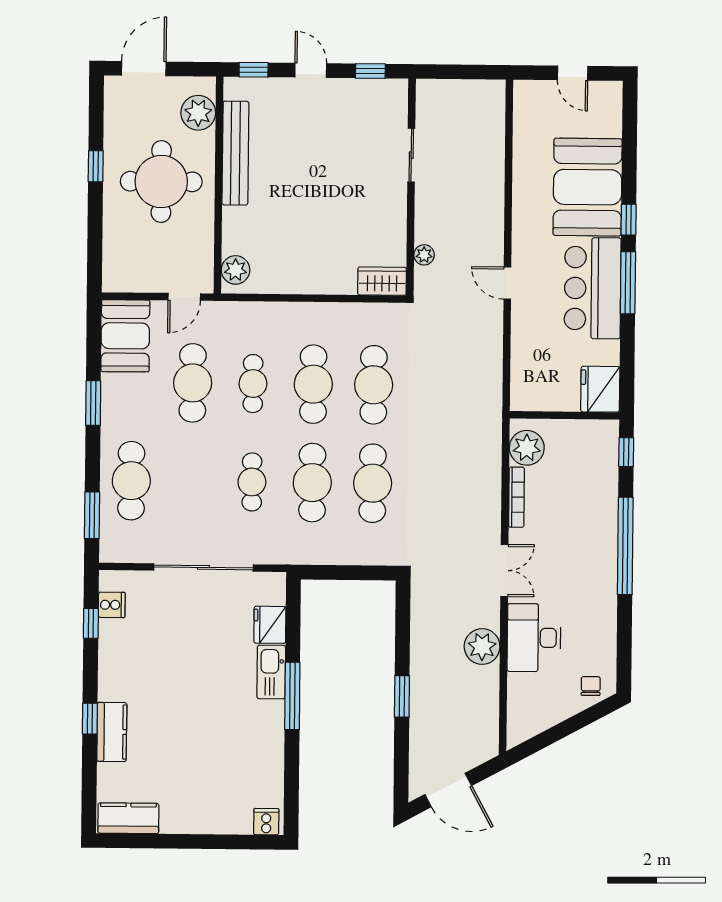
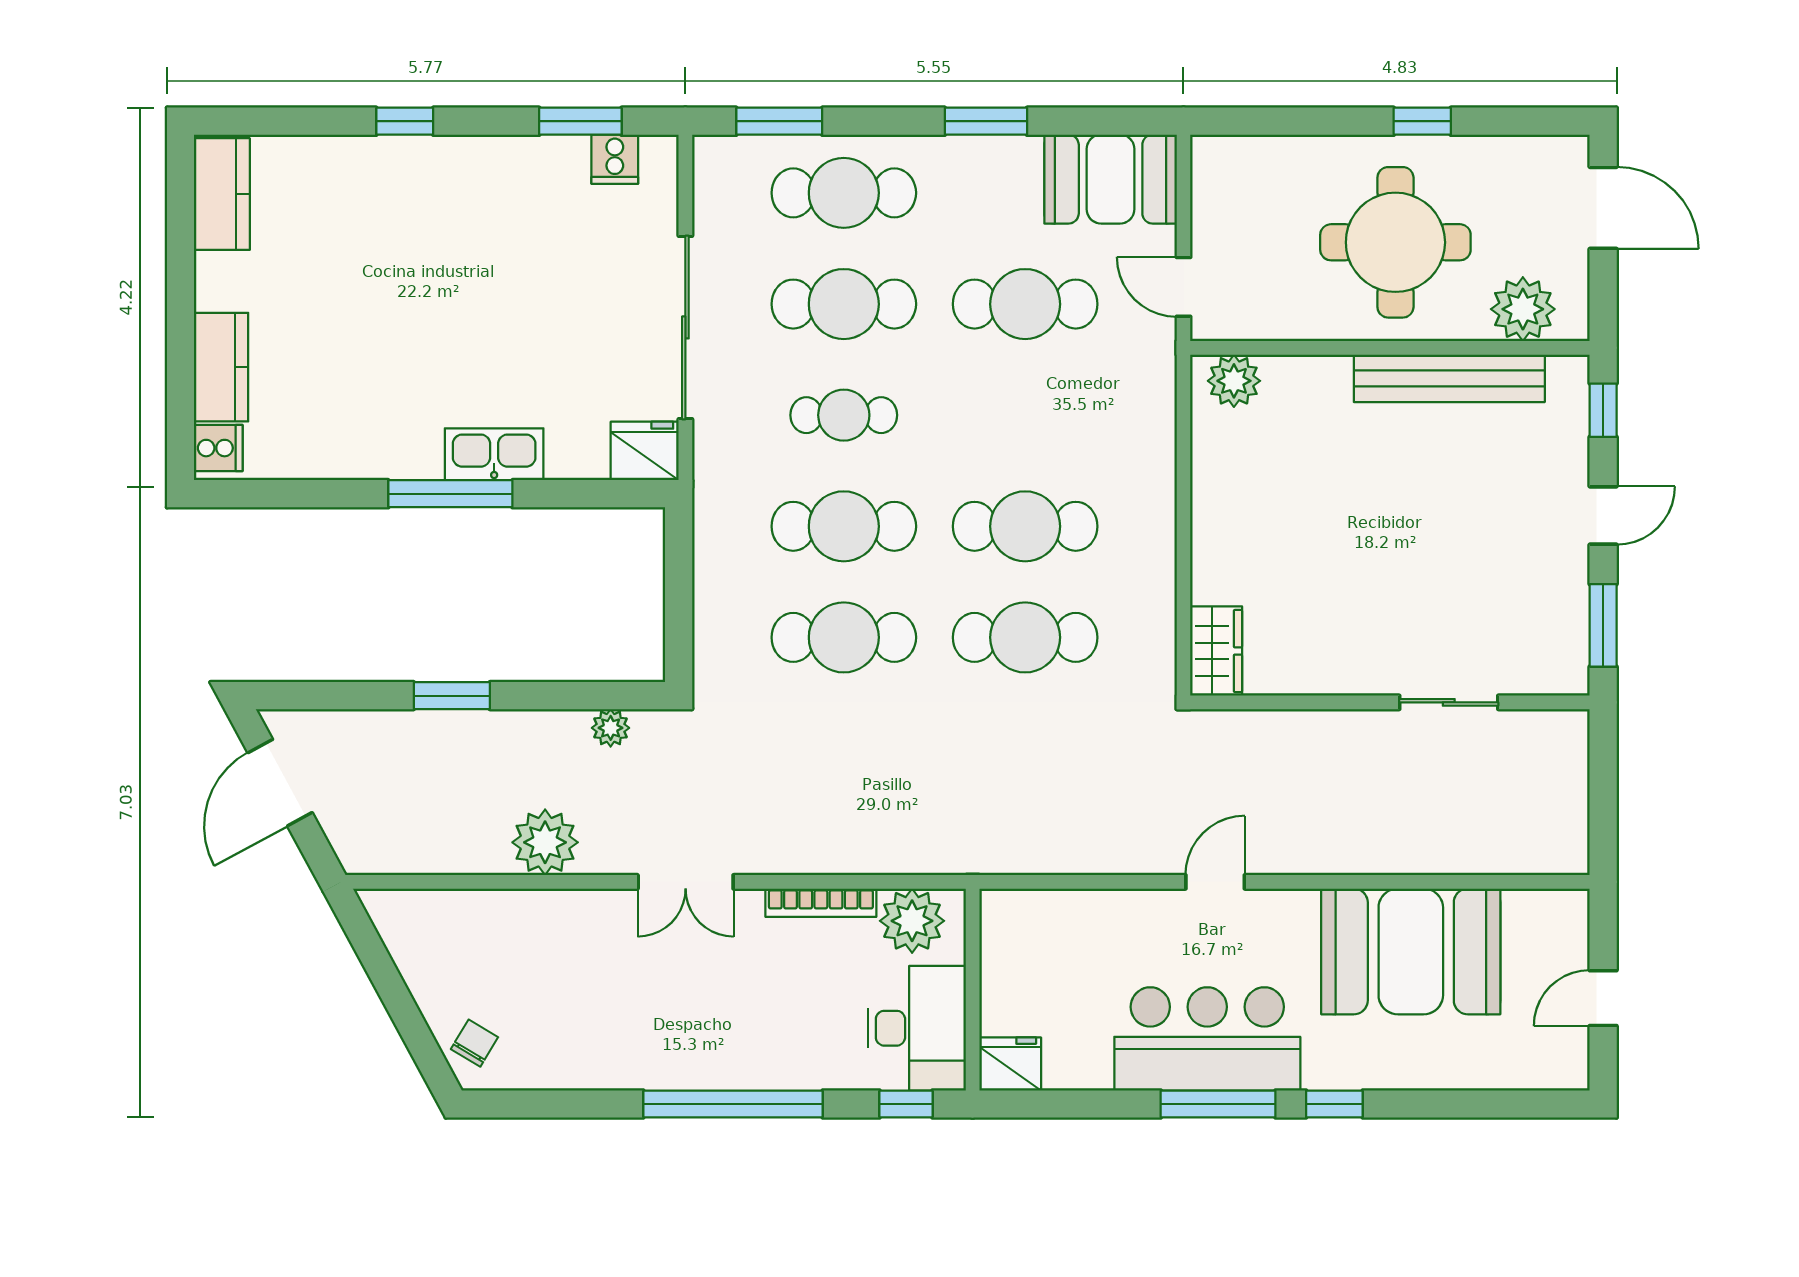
window: (370, 71) -> (1603, 625), width x1.50
booth: (588, 187) -> (1411, 951), moved
plant: (424, 255) -> (611, 728), moved
cafe table: (253, 384) -> (844, 304), moved, width x1.37, depth x1.35
fridge: (600, 389) -> (1010, 1064), width x0.73, depth x0.75
window: (91, 623) -> (580, 121), width x1.50
fridge: (270, 625) -> (645, 451), moved
desk: (534, 638) -> (917, 1028), moved, turned 90
chair: (591, 686) -> (474, 1043), turned -59
kitchen counter: (112, 732) -> (221, 367), moved, turned -90

